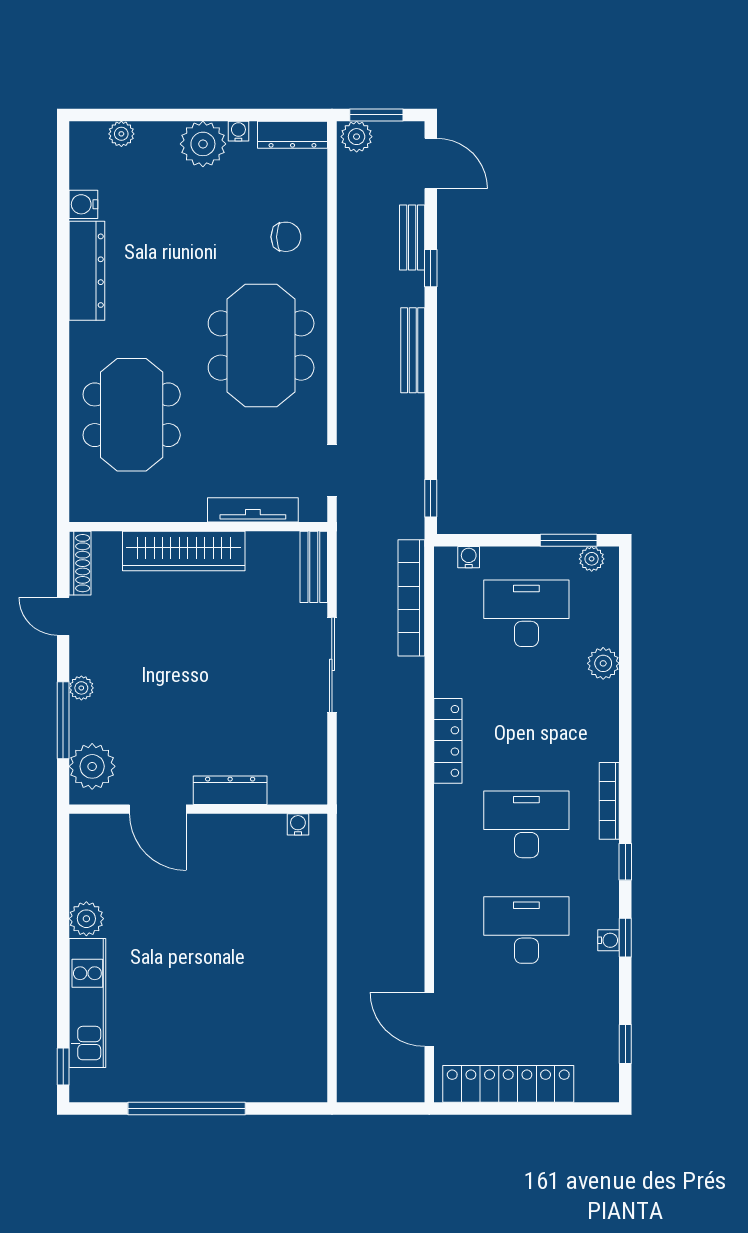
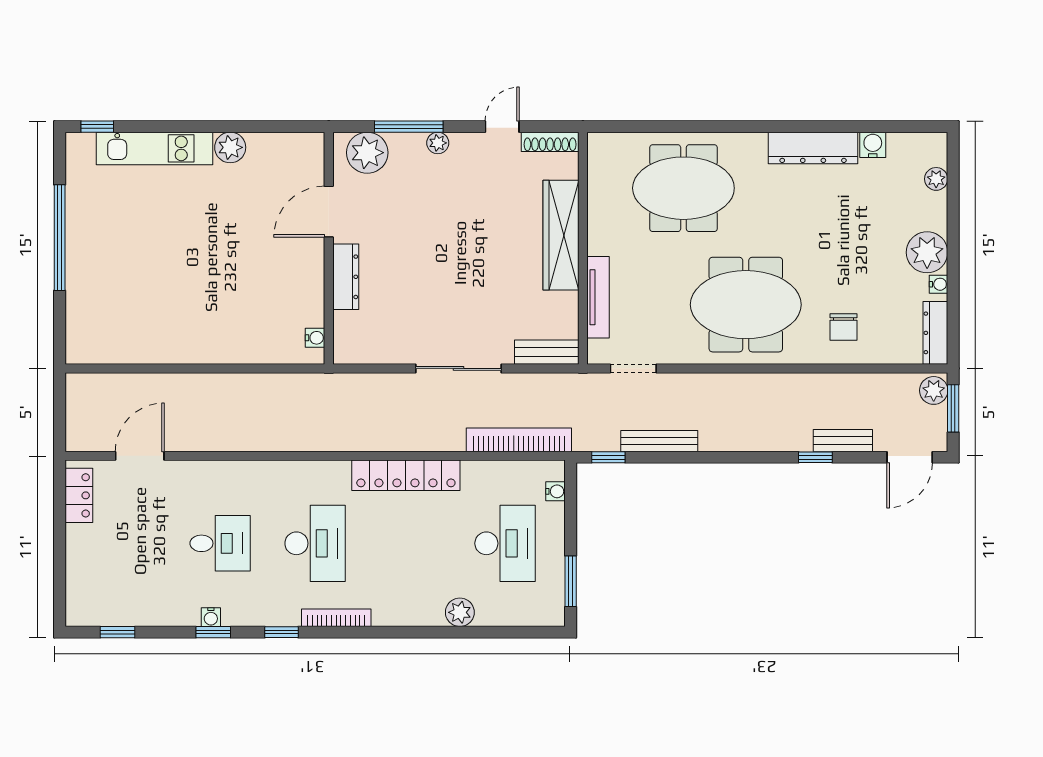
bench: (413, 350) -> (659, 441), moved
plant: (592, 559) -> (554, 602), removed
locker: (448, 741) -> (406, 475), width x1.41, depth x1.21
desk: (526, 930) -> (220, 543), width x0.73
locker: (508, 1084) -> (79, 495), width x0.46, depth x0.83

